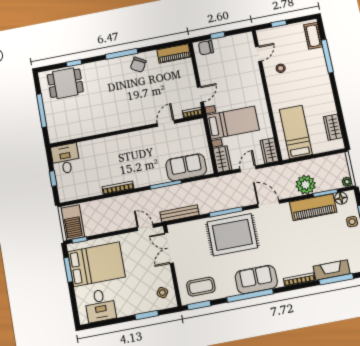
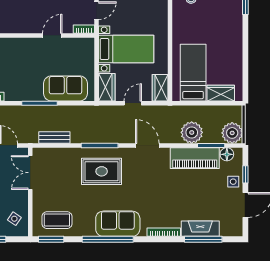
wardrobe: (333, 127) -> (221, 93), moved, turned 90
plant: (347, 182) -> (232, 133), width x1.88, depth x1.88
bench: (179, 213) -> (54, 137), width x0.73
rug: (232, 235) -> (102, 171), width x0.73, depth x0.69

